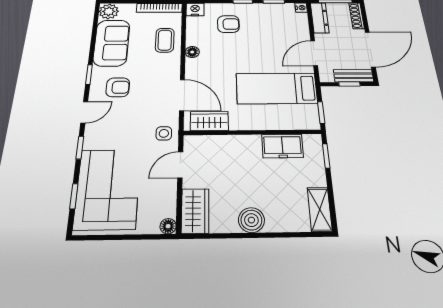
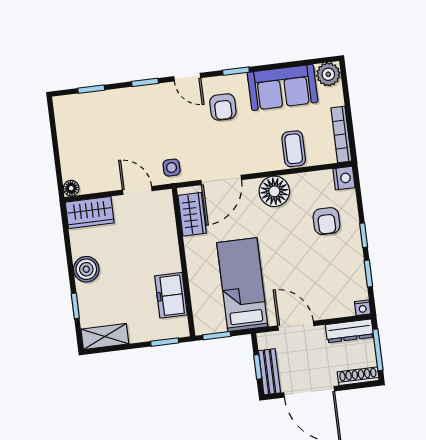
coffee table: (165, 40) -> (294, 149), turned 90
floor lamp: (192, 52) -> (274, 191), width x1.89, depth x1.89
corner sofa: (108, 189) -> (103, 121), removed
window: (288, 235) -> (75, 306), added

